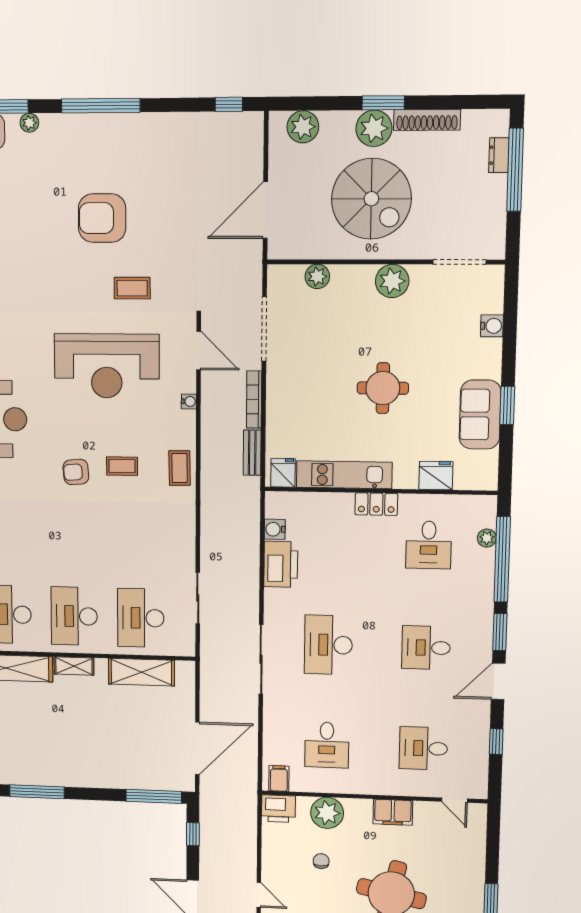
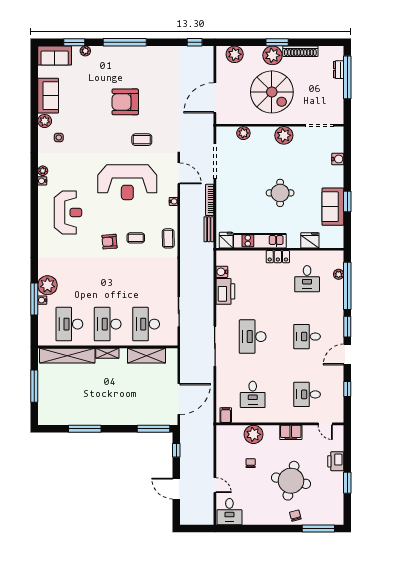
printer: (278, 809) -> (336, 461), moved, turned 90

